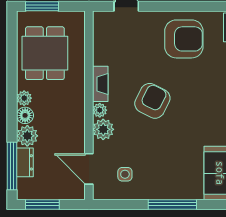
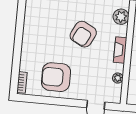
plant: (100, 110) -> (118, 78), moved

